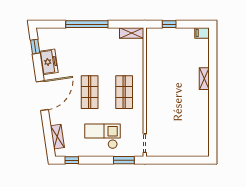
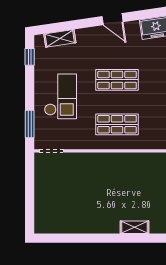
door: (42, 96) -> (113, 19), width x0.53

